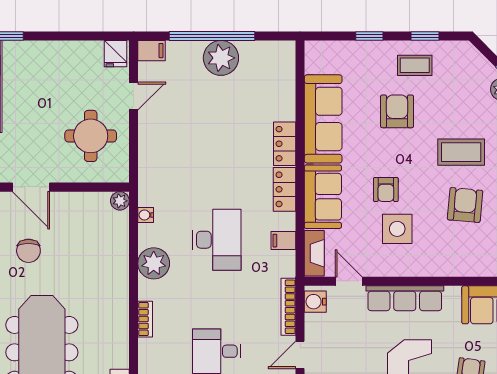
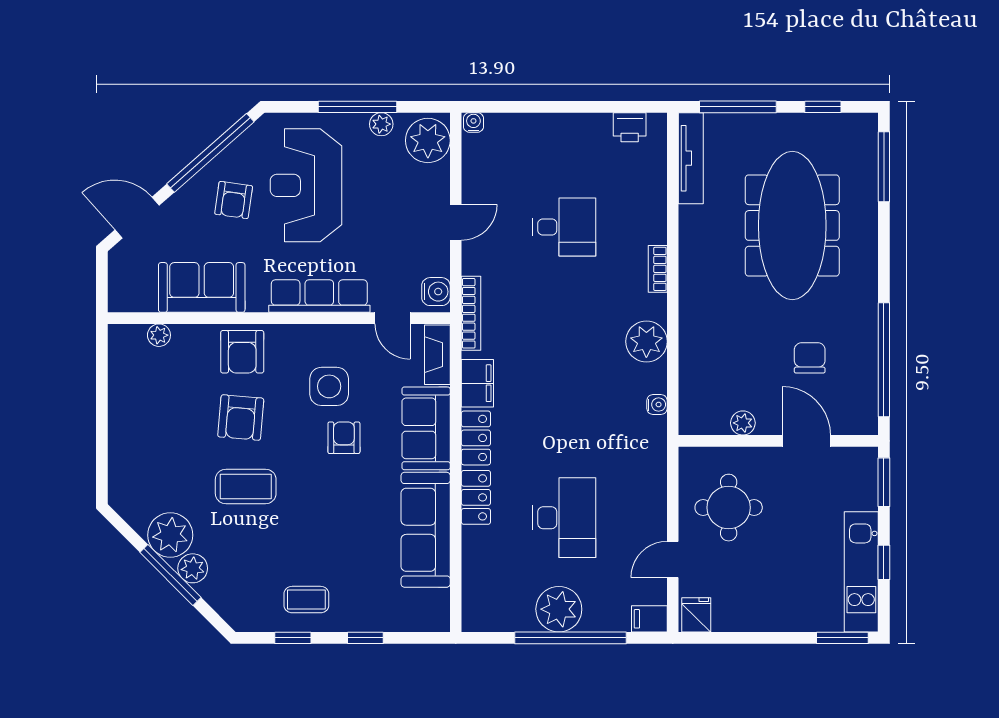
armchair: (397, 111) -> (242, 352), moved
plant: (120, 201) -> (743, 423), moved
desk: (217, 240) -> (564, 518), moved, turned 180
filing cabinet: (283, 241) -> (477, 383), width x2.00
bookcase: (288, 307) -> (471, 313), moved

